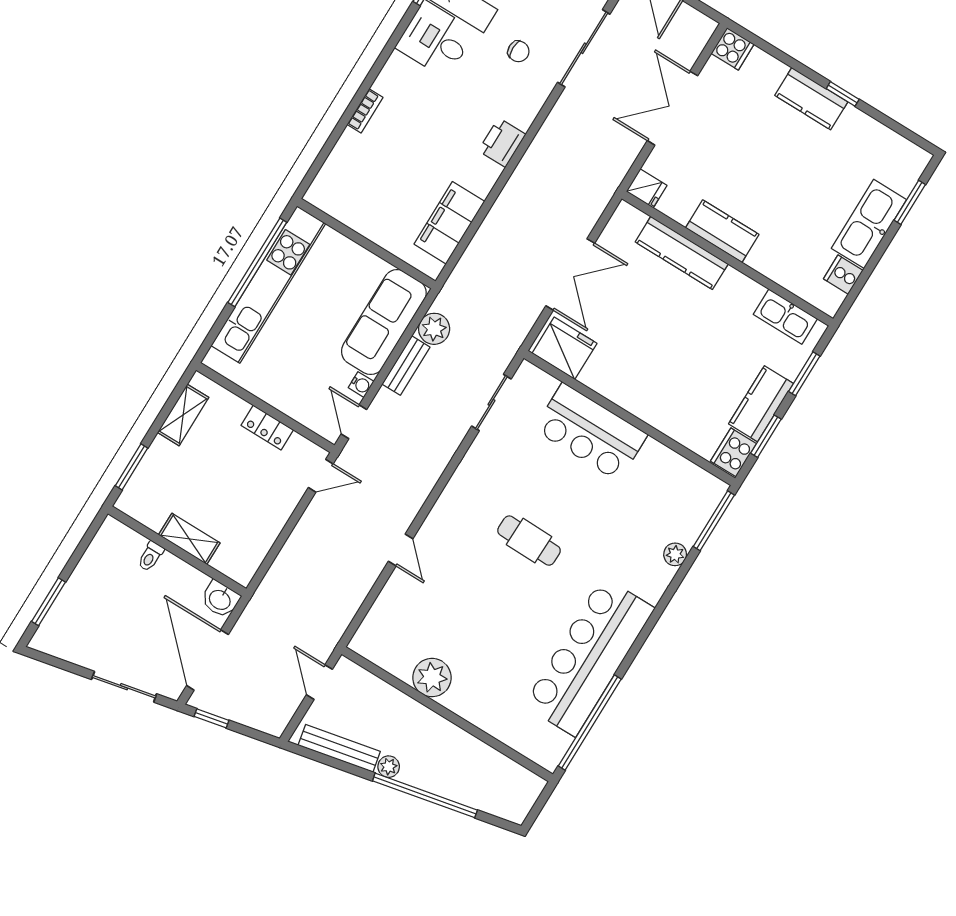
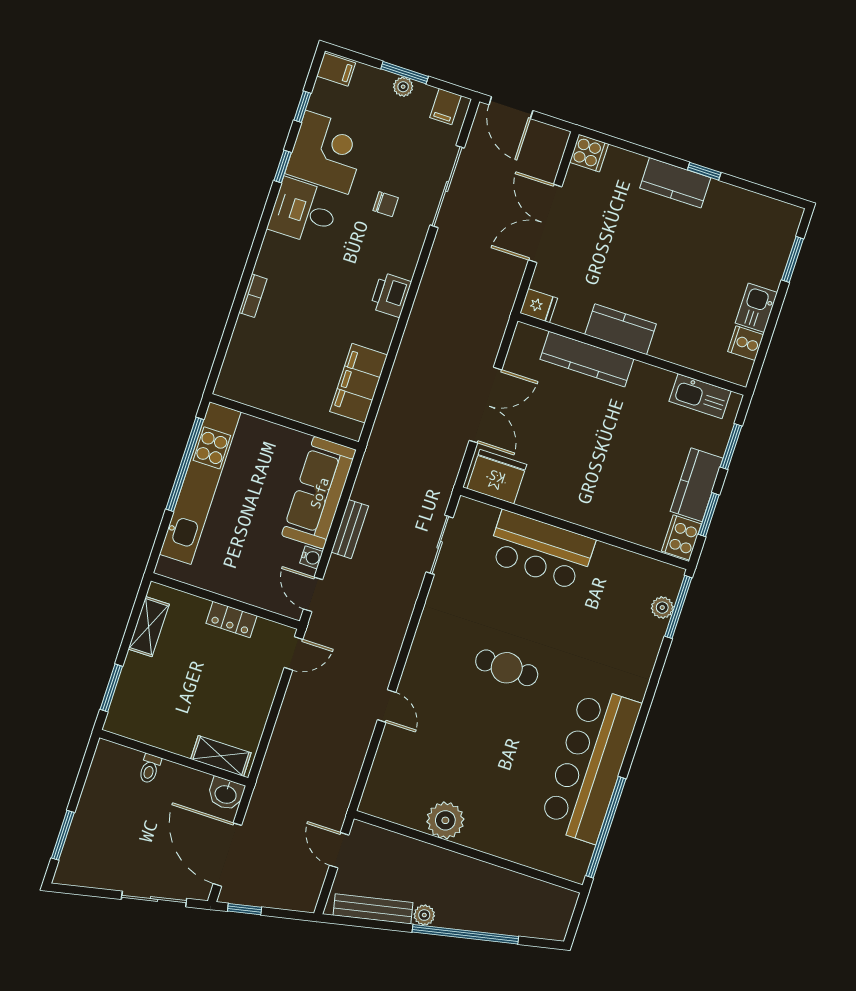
kitchen sink: (869, 224) -> (756, 308), width x0.53, depth x0.81
plant: (434, 329) -> (368, 488), removed
shelving: (189, 539) -> (221, 756), moved
plant: (675, 554) -> (662, 608), moved

